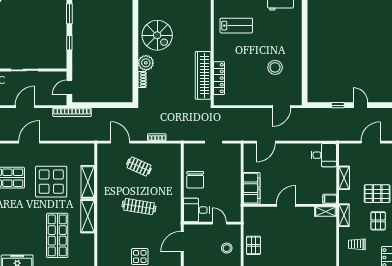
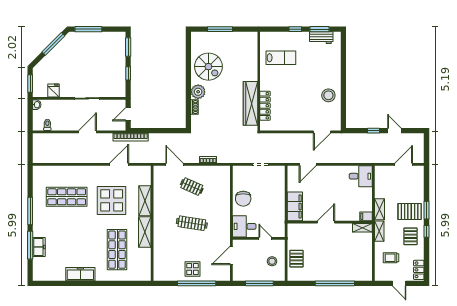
stool: (275, 67) -> (328, 95), moved
door: (29, 142) -> (119, 164), moved
shelving: (344, 178) -> (379, 209), moved

